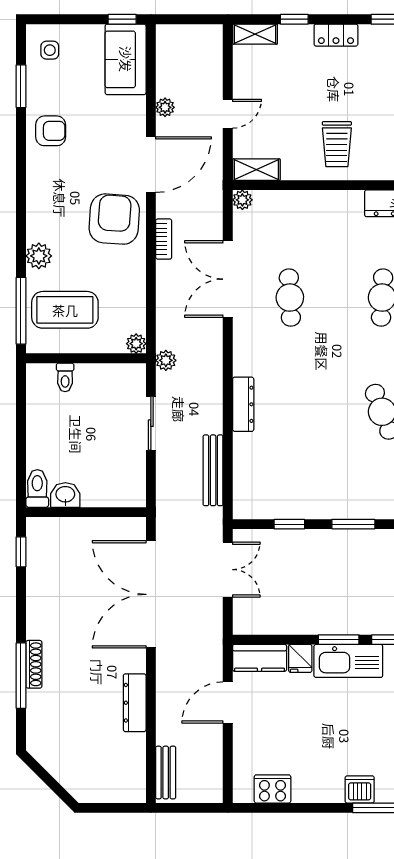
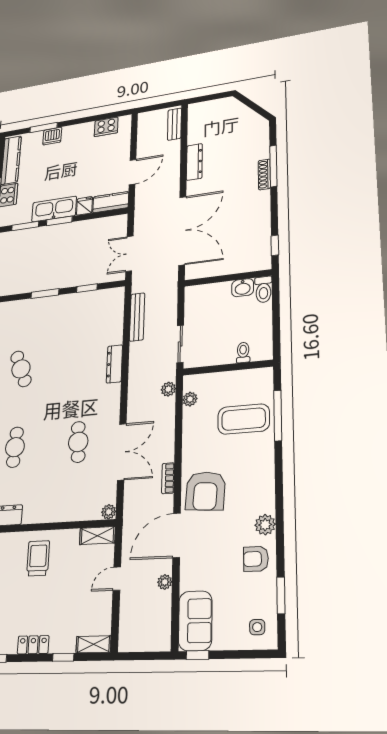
plant: (39, 256) -> (265, 525), moved
wall: (86, 358) -> (228, 368), moved
toilet: (65, 377) -> (243, 352), moved

